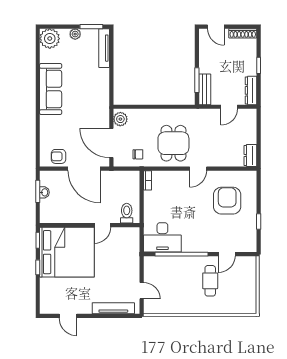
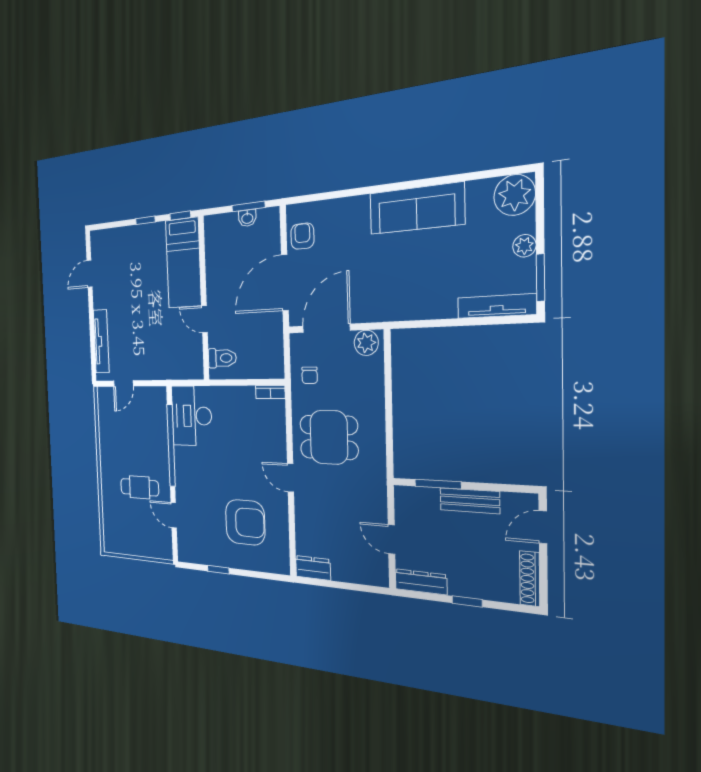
bench: (205, 89) -> (470, 501), moved
bed: (67, 252) -> (183, 263), width x0.49

